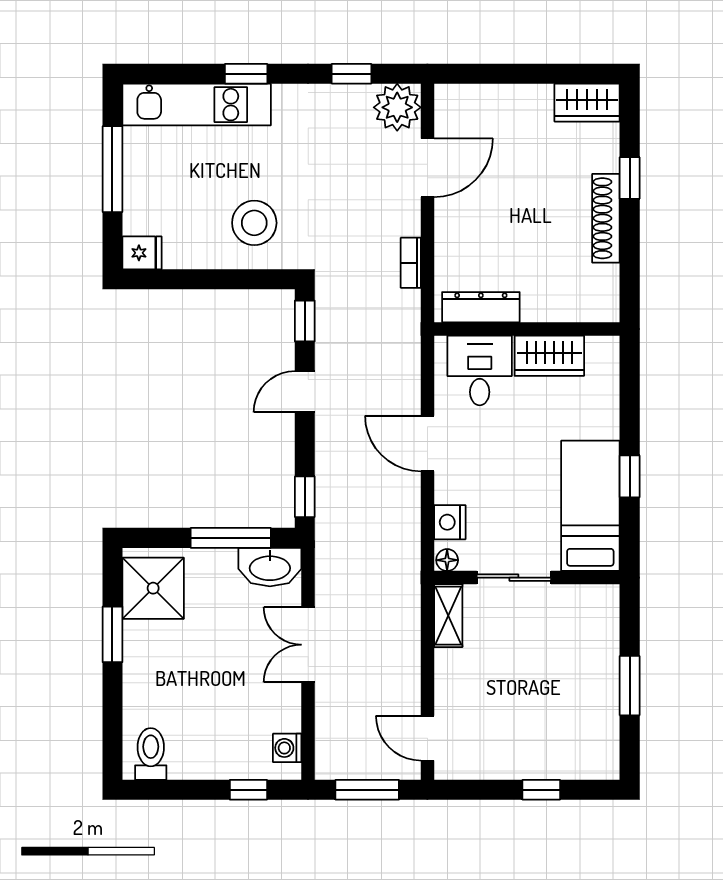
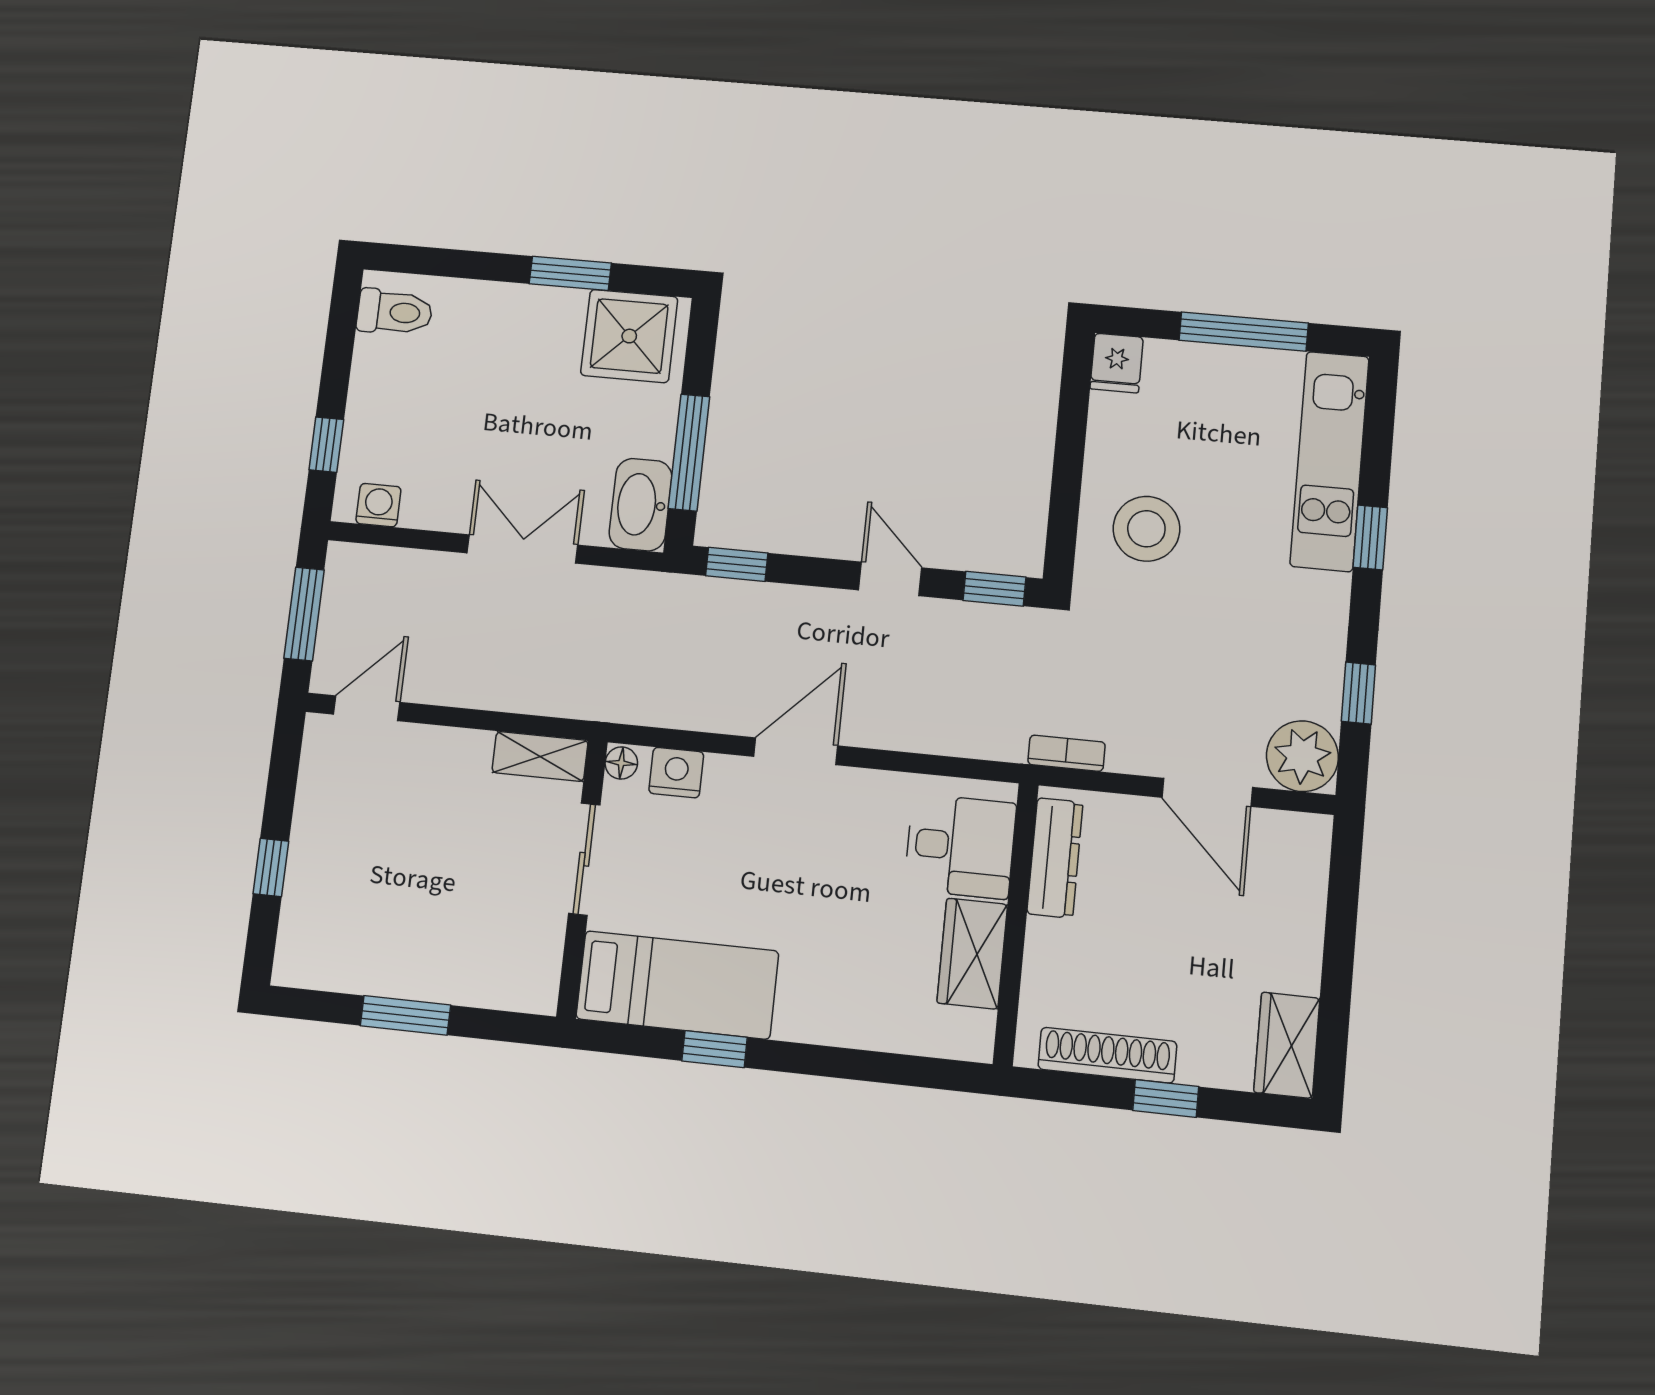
dresser: (481, 307) -> (1055, 858), moved
wall: (527, 329) -> (1016, 924), moved
wardrobe: (549, 356) -> (972, 954), moved
desk: (480, 370) -> (960, 846), moved

